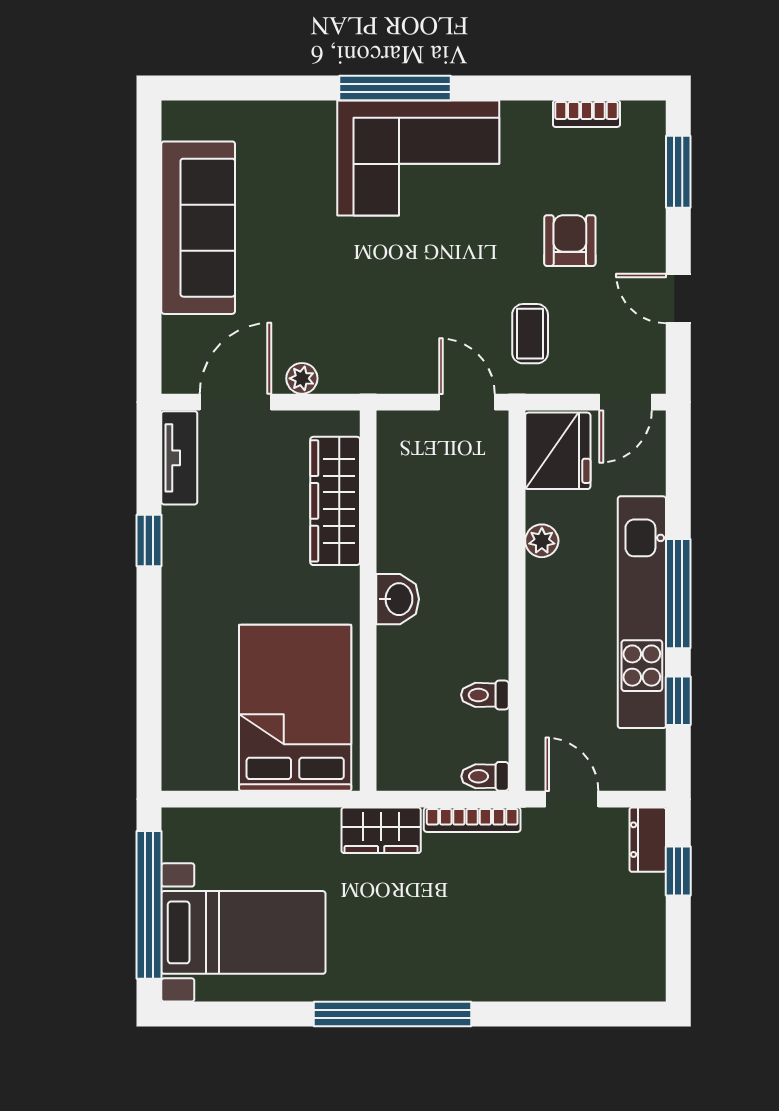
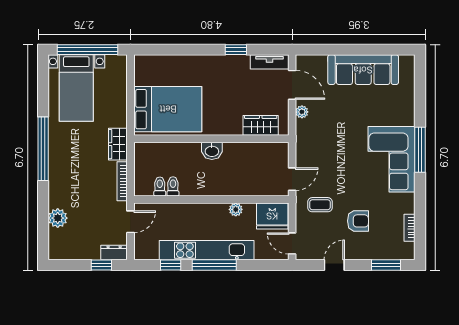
wardrobe: (335, 501) -> (261, 125), width x0.67
toilet: (485, 776) -> (160, 186), moved
plant: (563, 978) -> (58, 218), added

